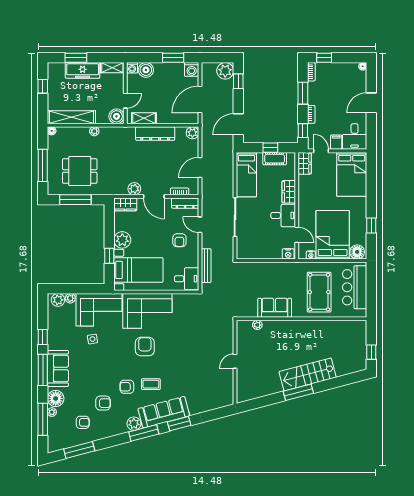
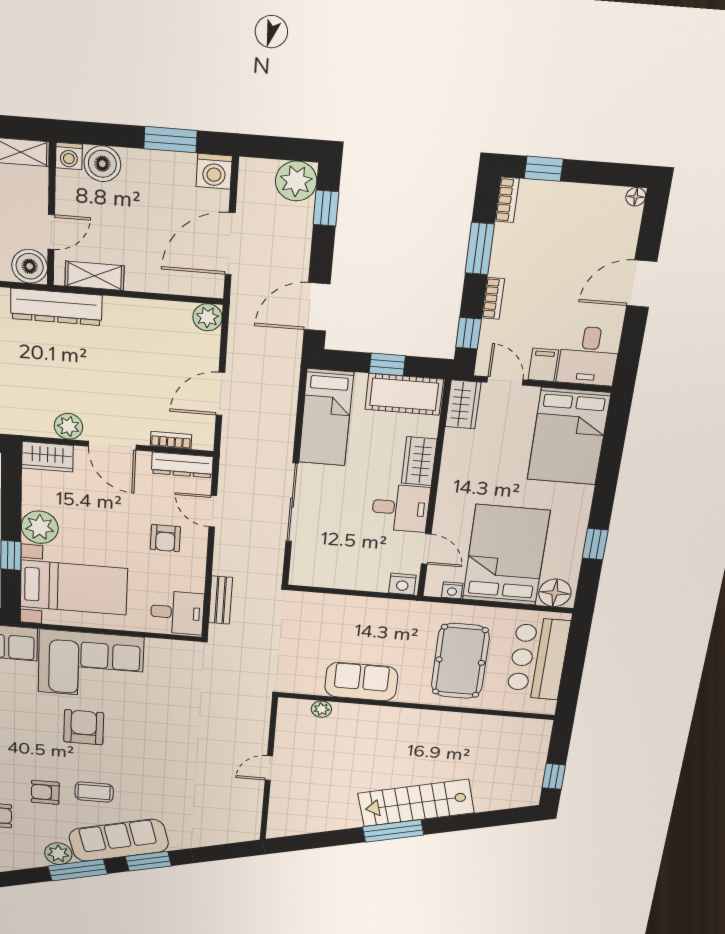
dresser: (155, 134) -> (56, 307), moved
cot: (275, 159) -> (404, 394), width x1.37, depth x1.34
bench: (206, 266) -> (221, 600), width x0.73

